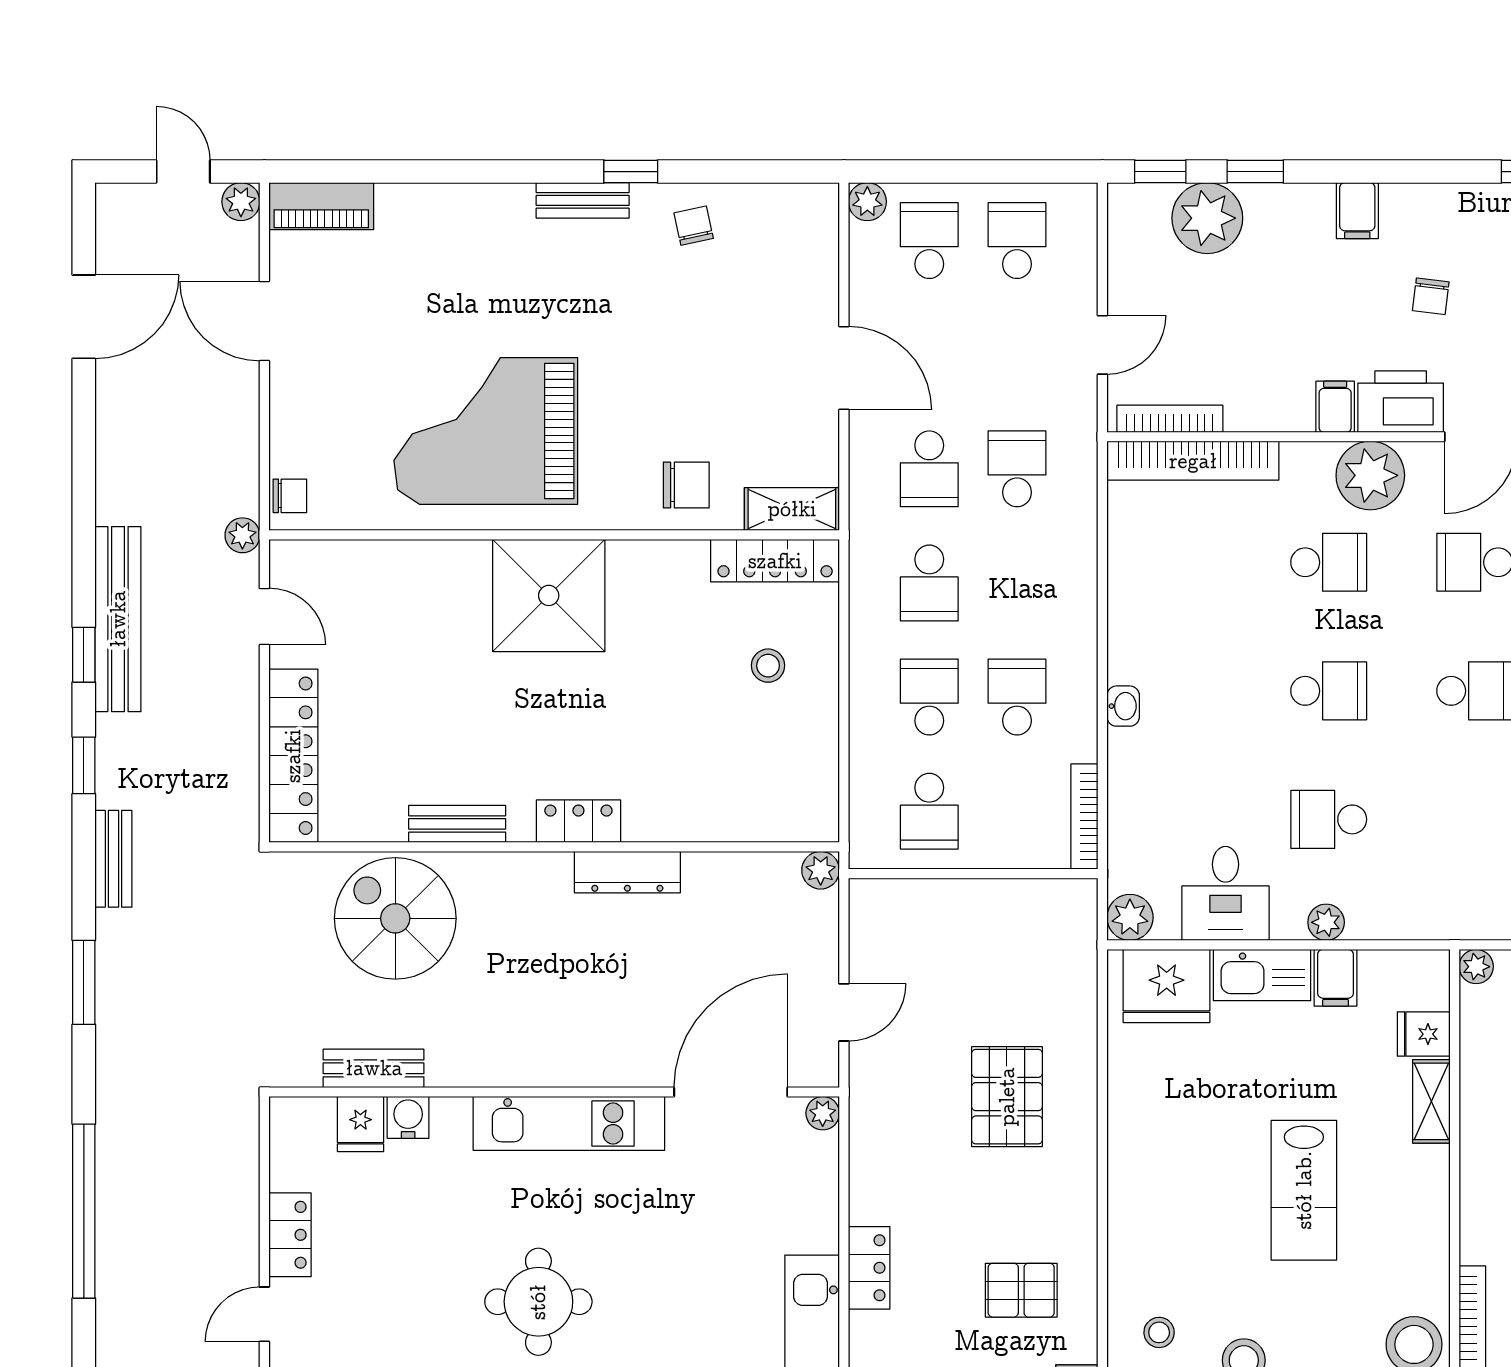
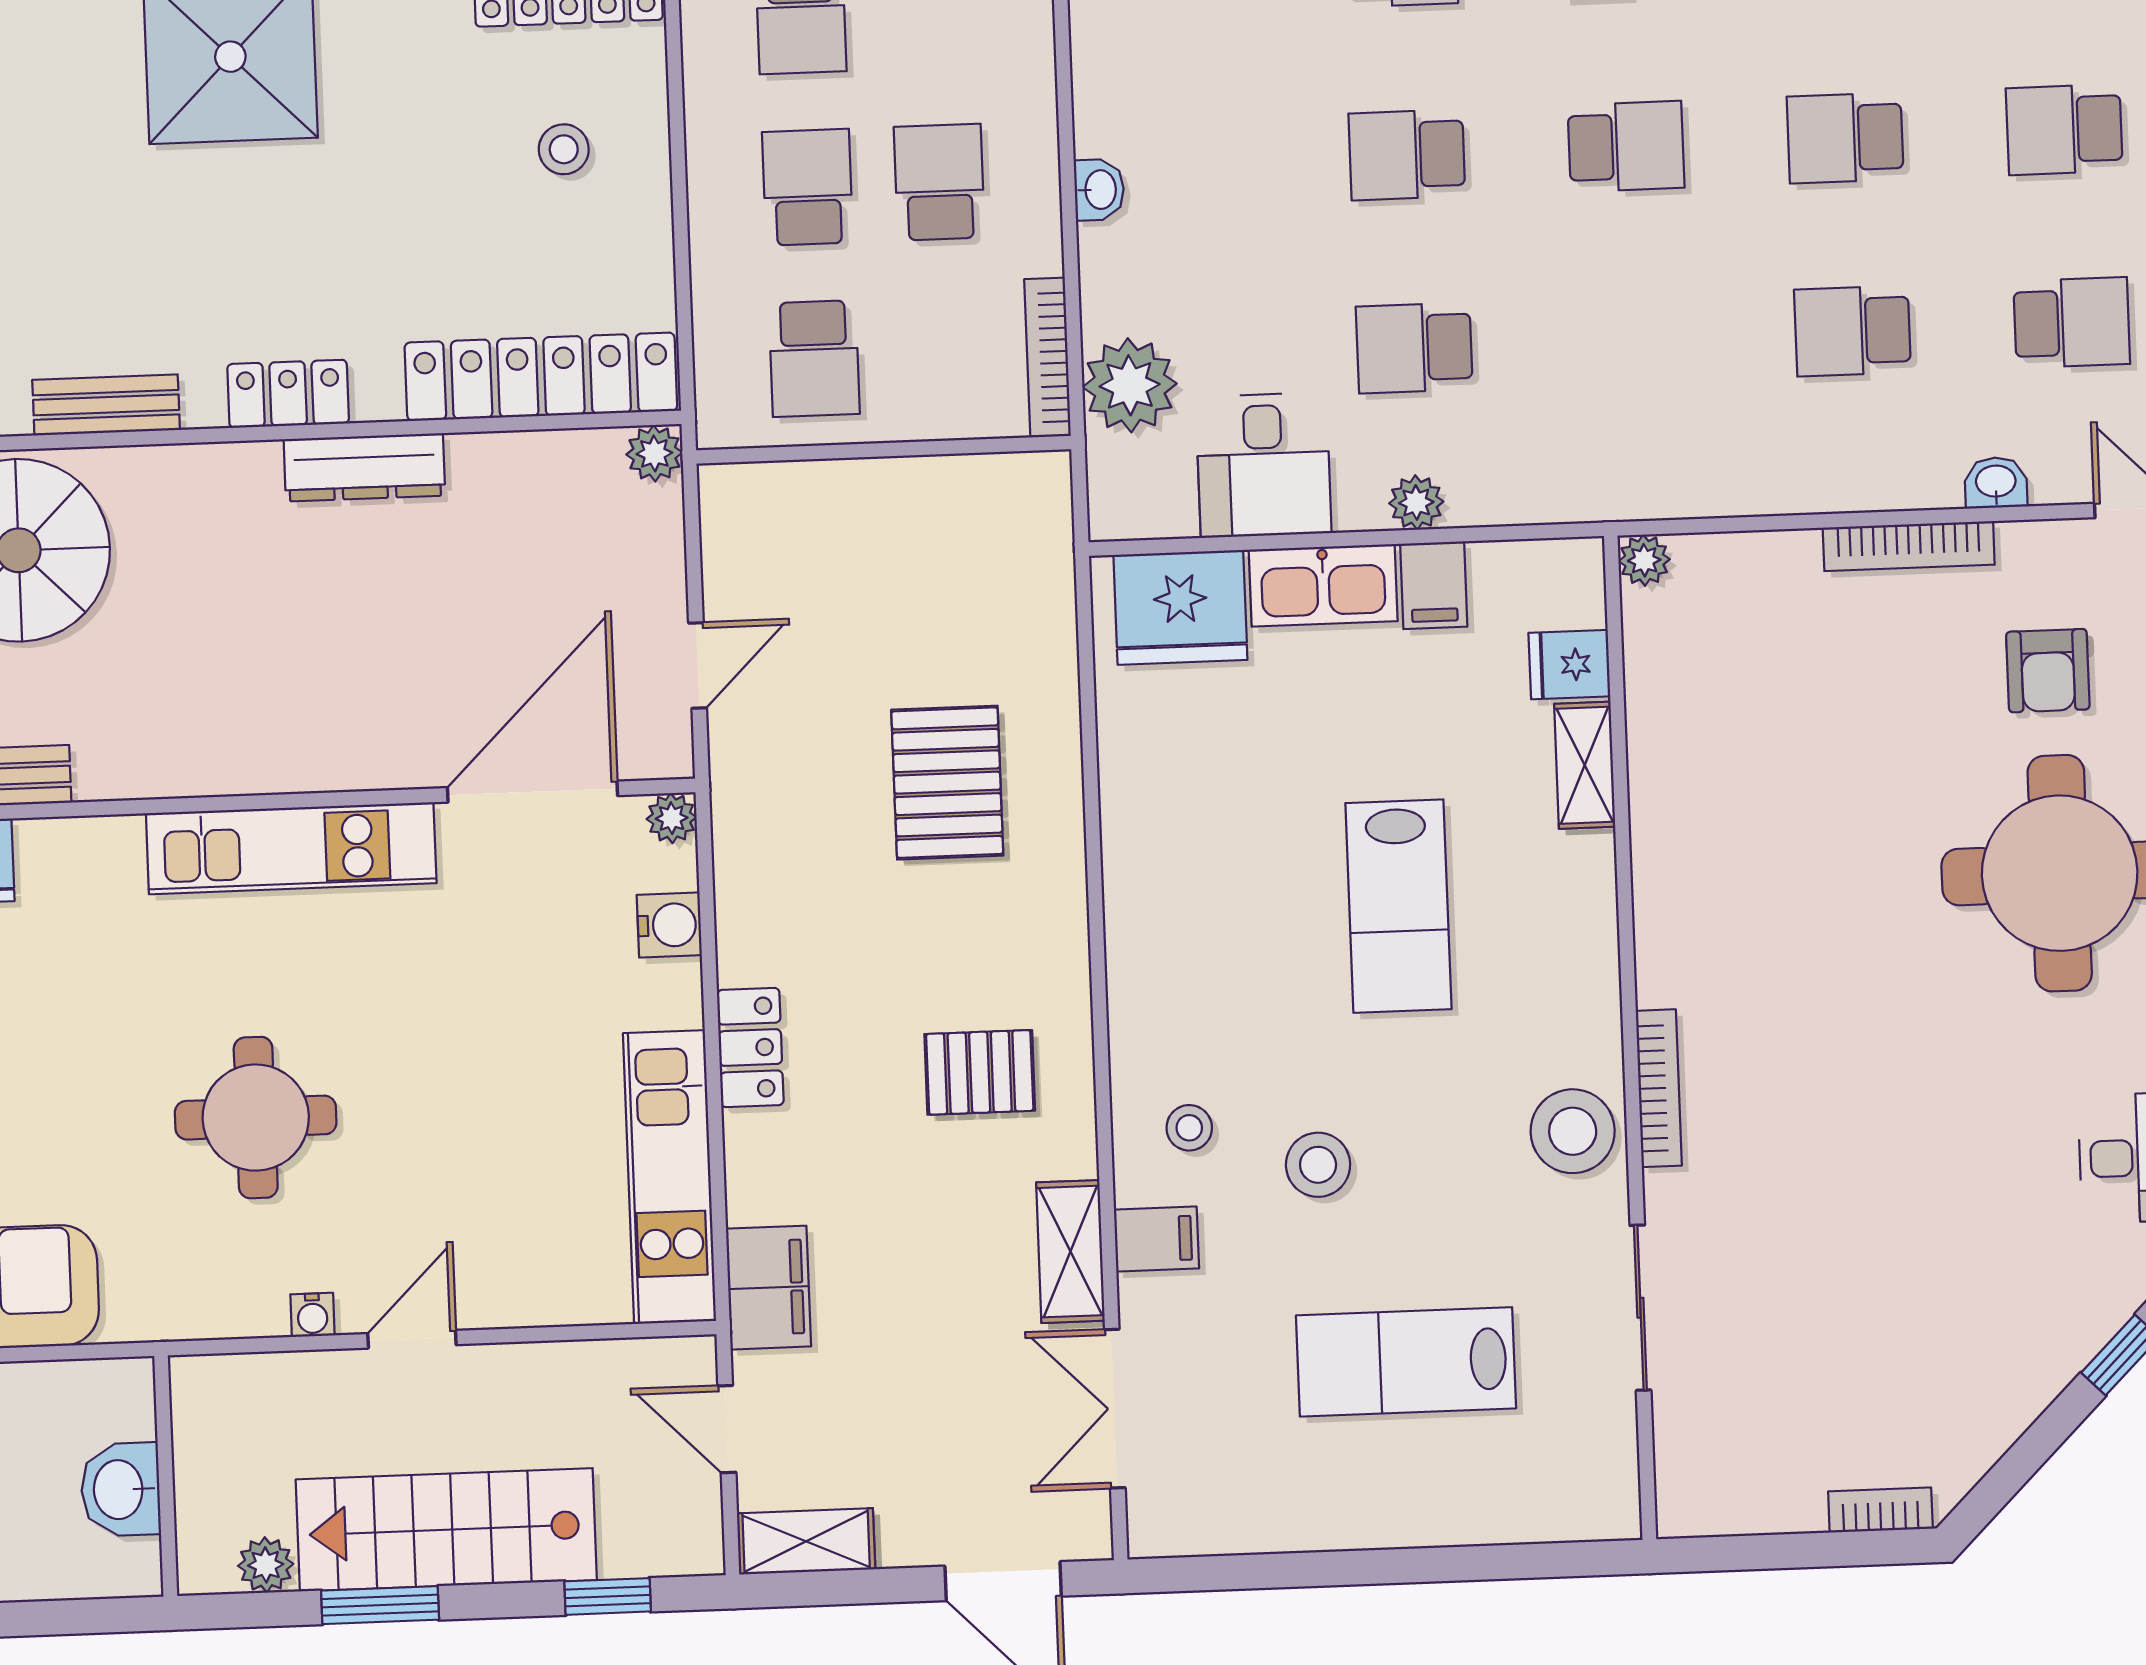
school desk: (1329, 691) -> (1407, 155), turned 180
locker: (747, 816) -> (541, 377), added
plant: (1130, 917) -> (1130, 385), moved, width x1.36, depth x1.36
water cooler: (408, 1117) -> (669, 925), moved, turned 90

